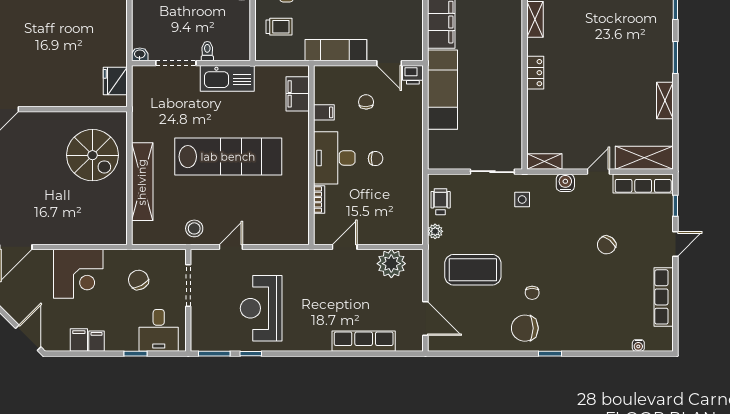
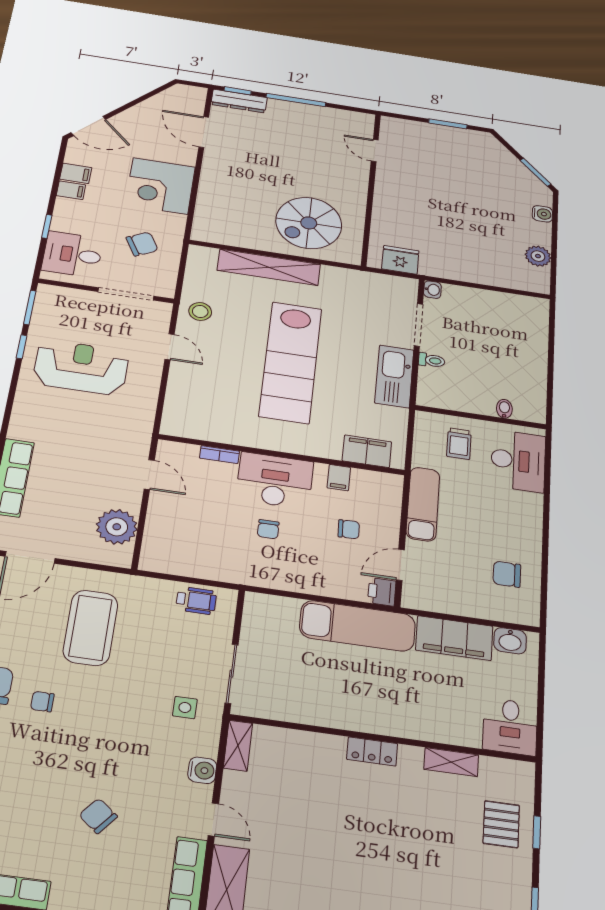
plant: (435, 231) -> (154, 588), removed

